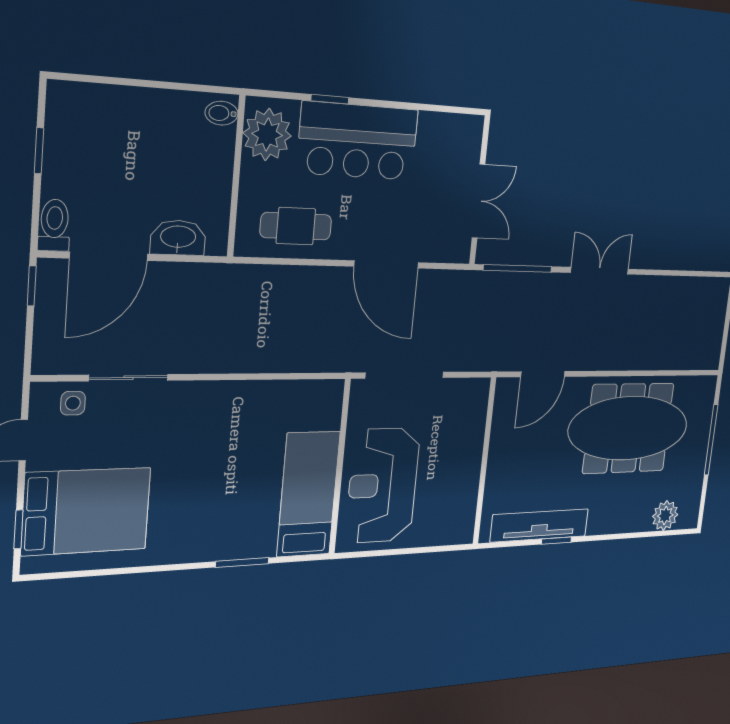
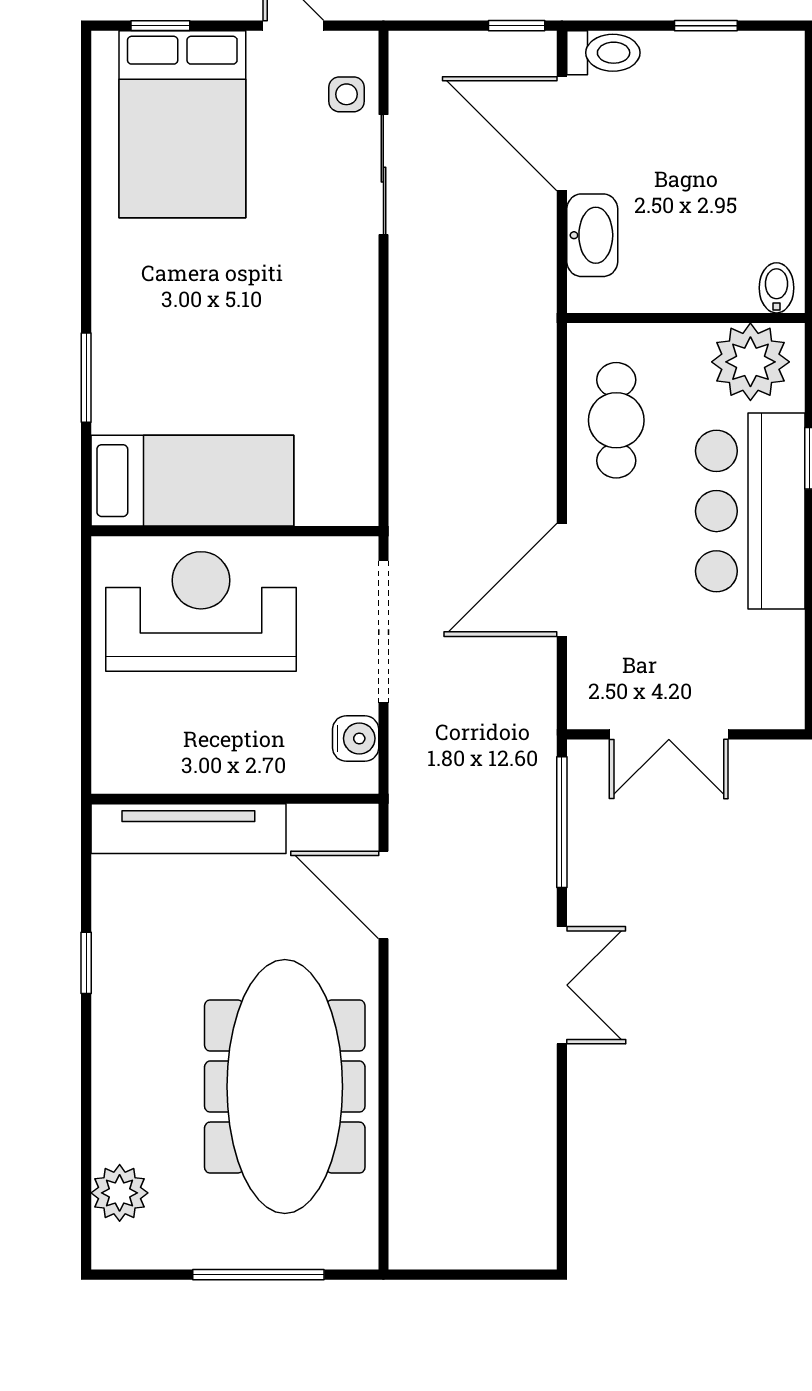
water cooler: (461, 391) -> (356, 738), added
tv unit: (540, 525) -> (188, 829), moved, turned 90

